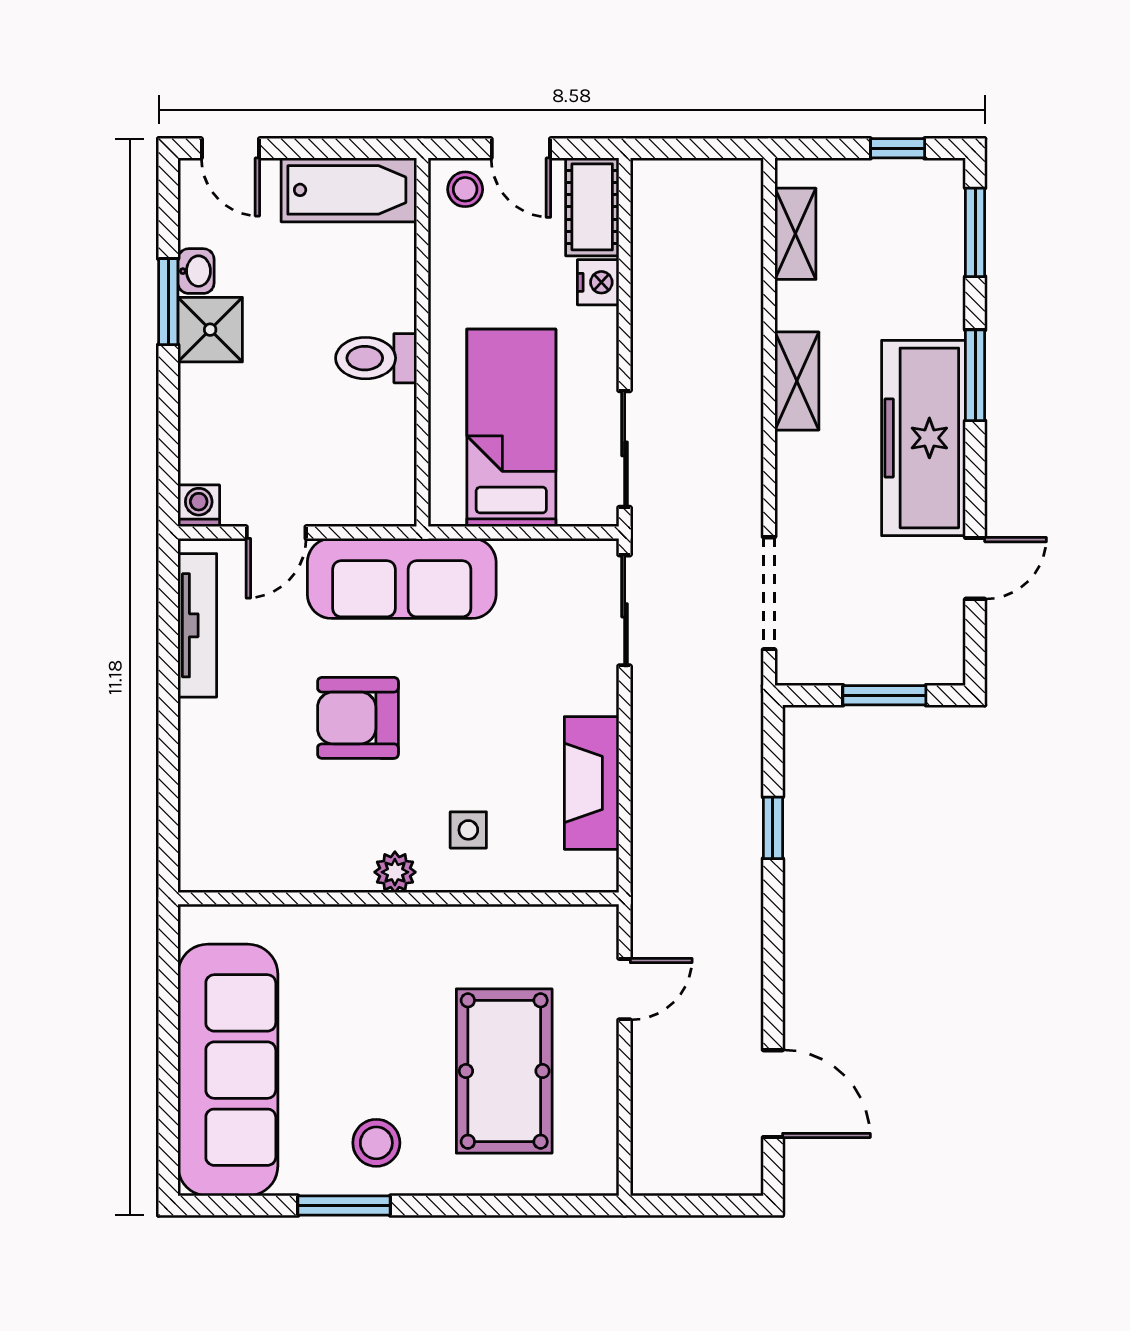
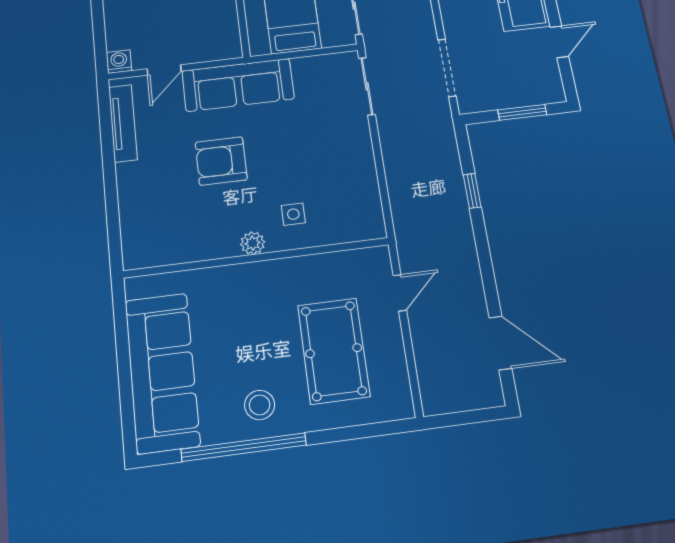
fireplace: (592, 783) -> (362, 179), removed
window: (344, 1206) -> (244, 447), width x2.11

